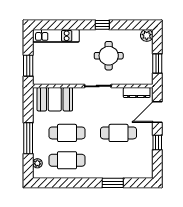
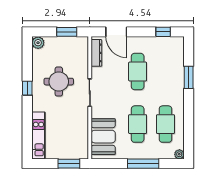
window: (157, 142) -> (163, 32), moved
plant: (37, 163) -> (179, 154), moved

